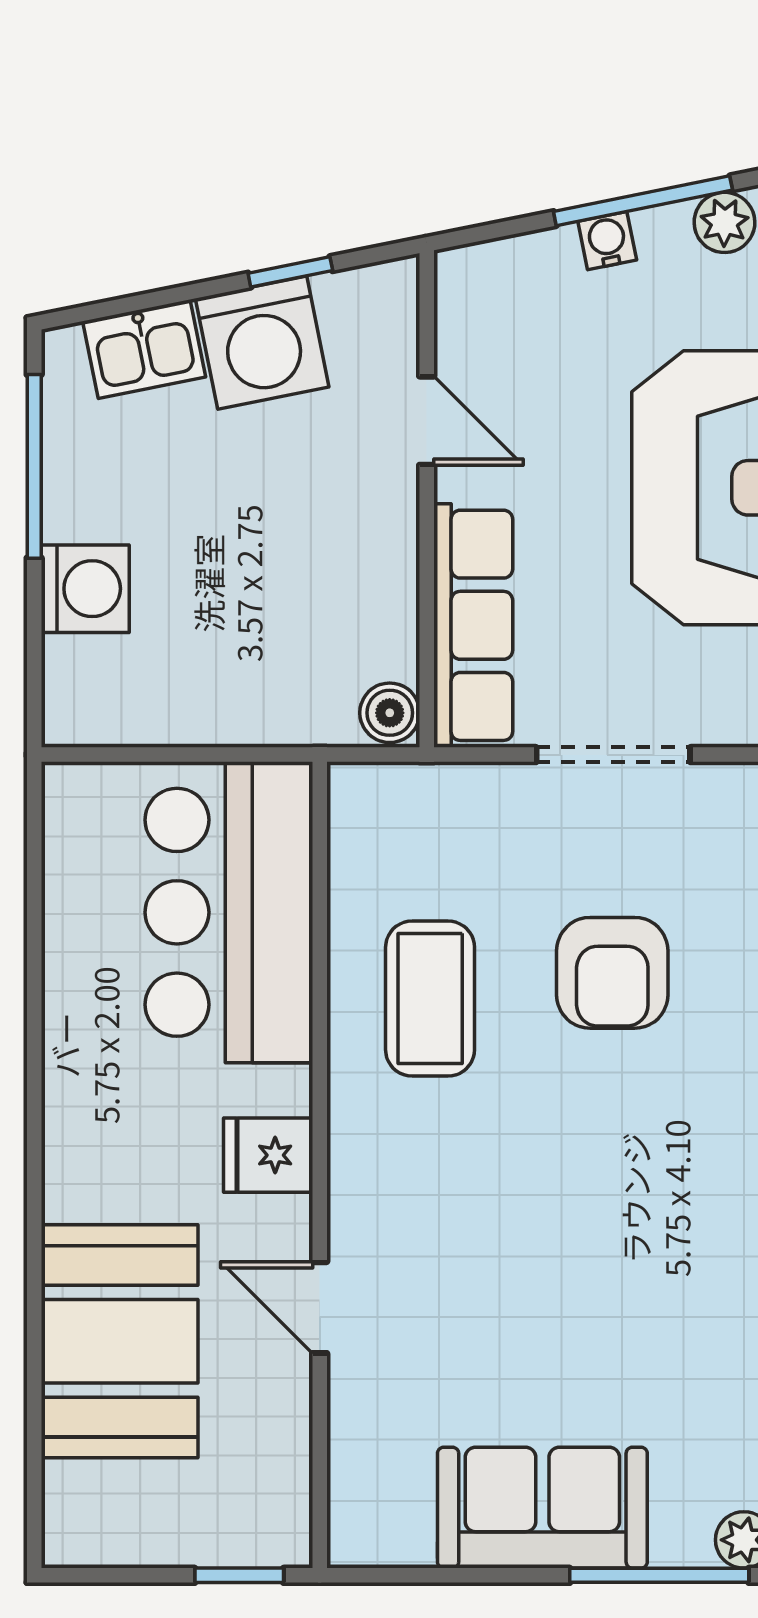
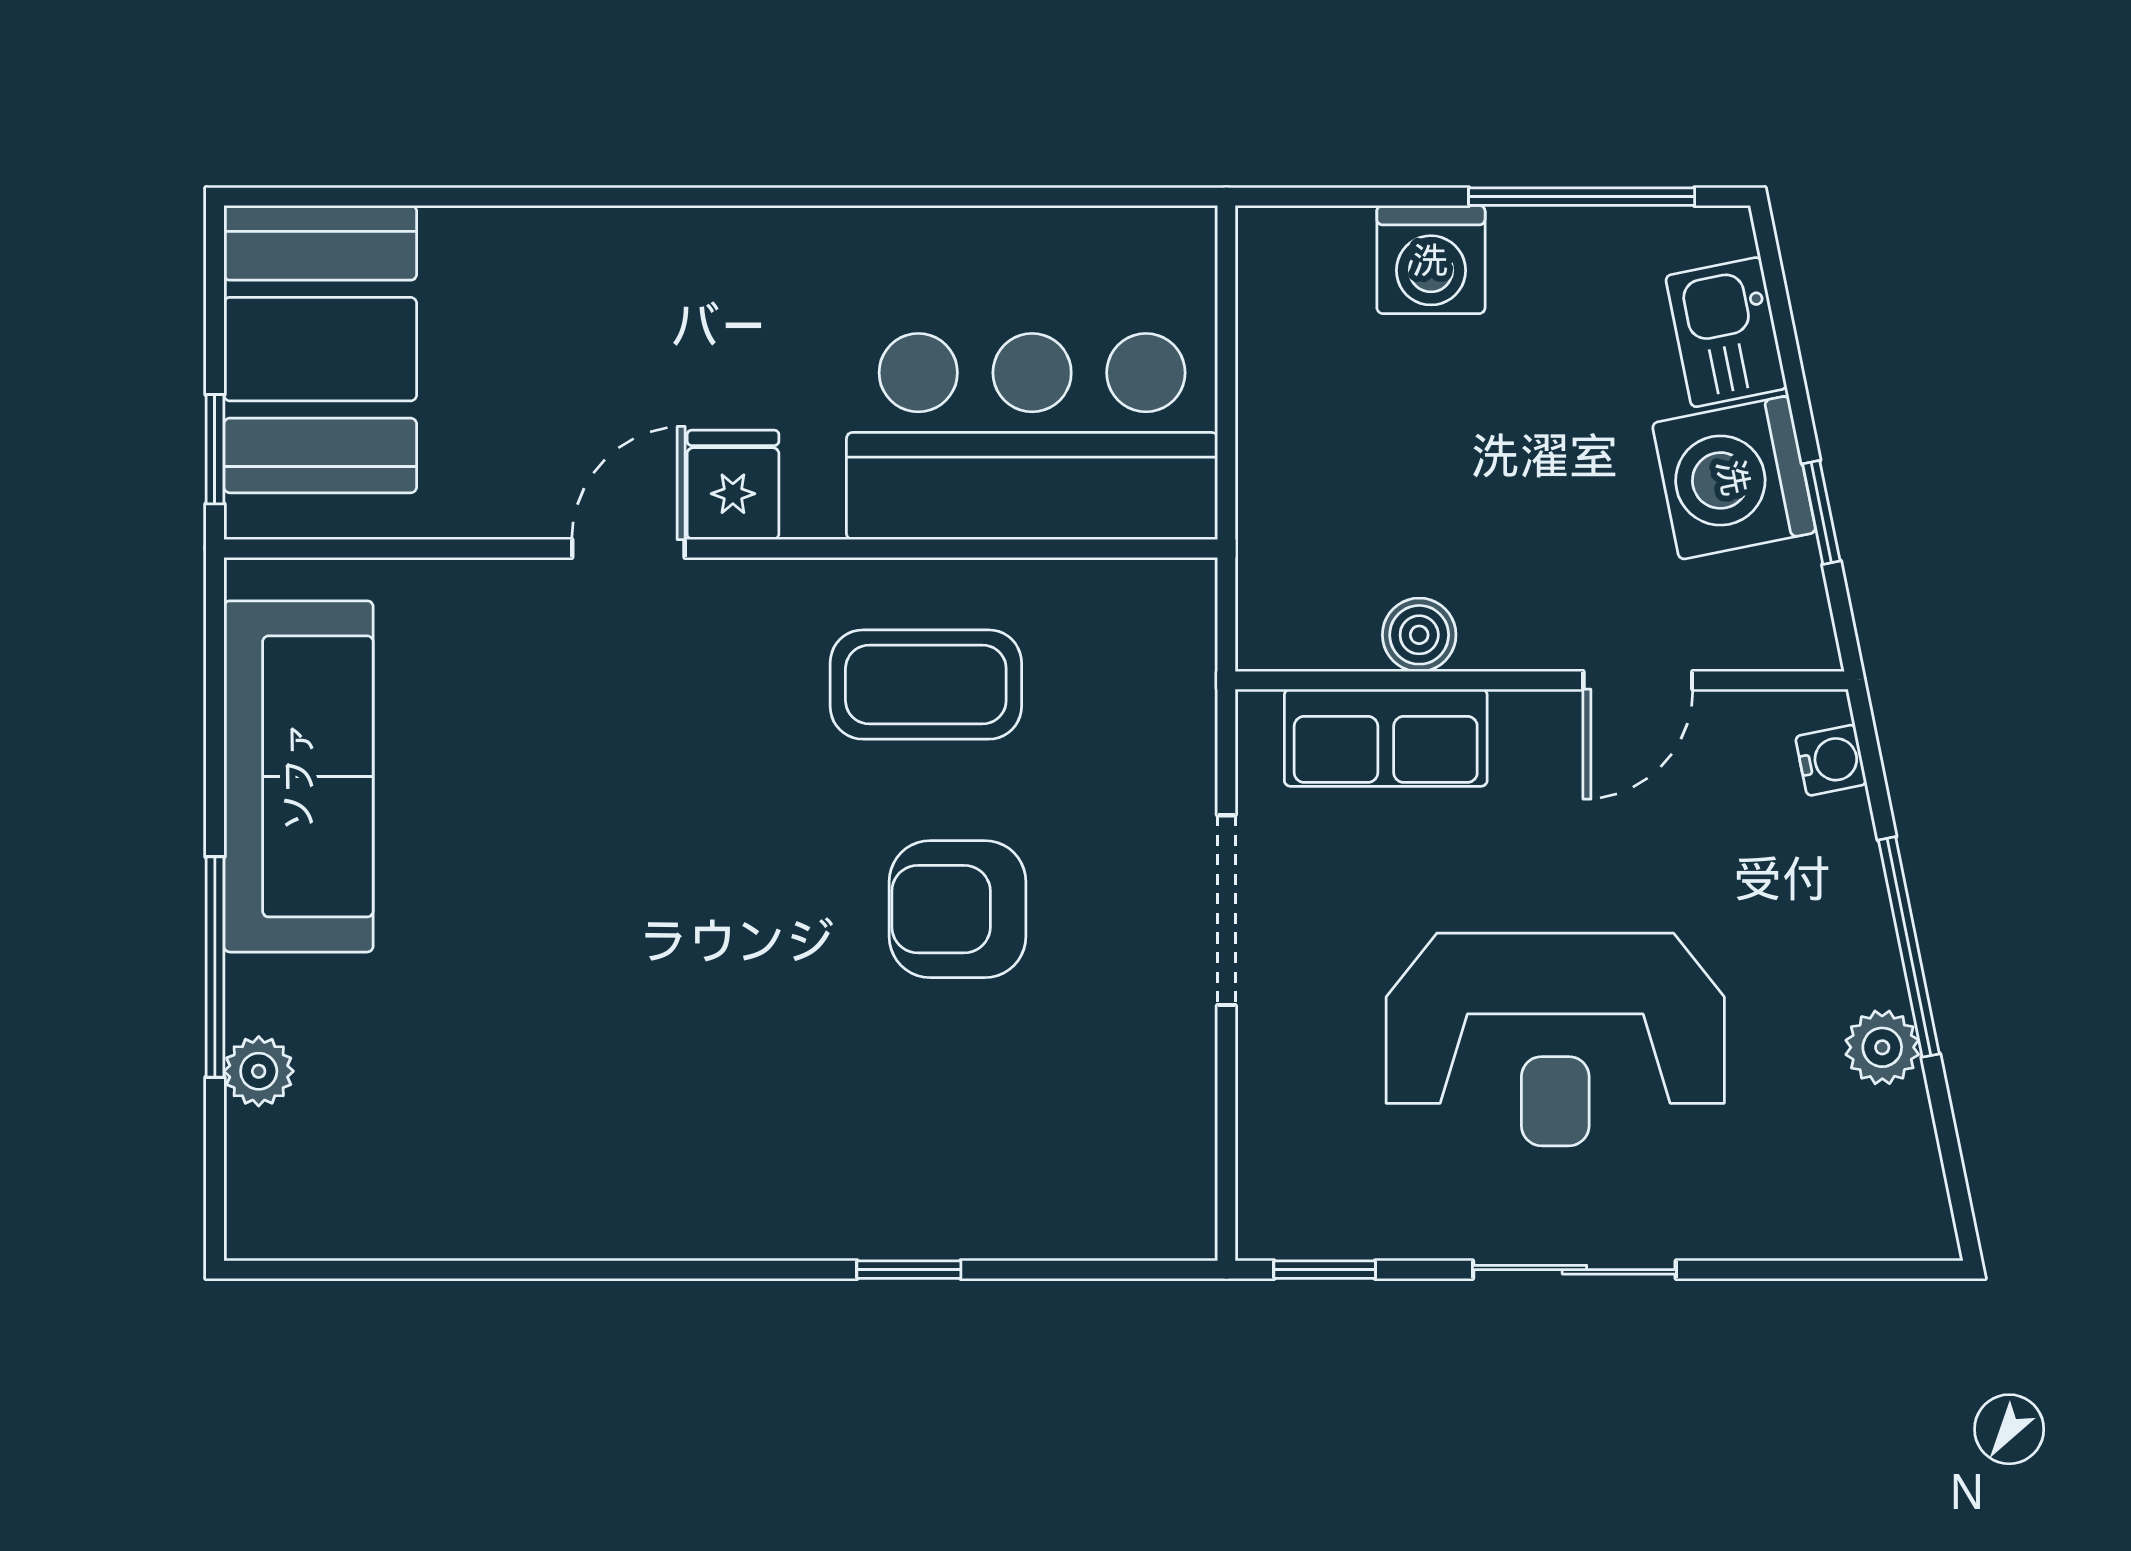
water cooler: (607, 241) -> (1831, 760), moved
row of seats: (473, 625) -> (1386, 738), width x0.68
boiler: (390, 713) -> (1419, 635), moved
door: (320, 1308) -> (628, 548), moved
booth: (120, 1341) -> (320, 349), moved, turned 90
sofa: (542, 1508) -> (298, 776), width x1.36

